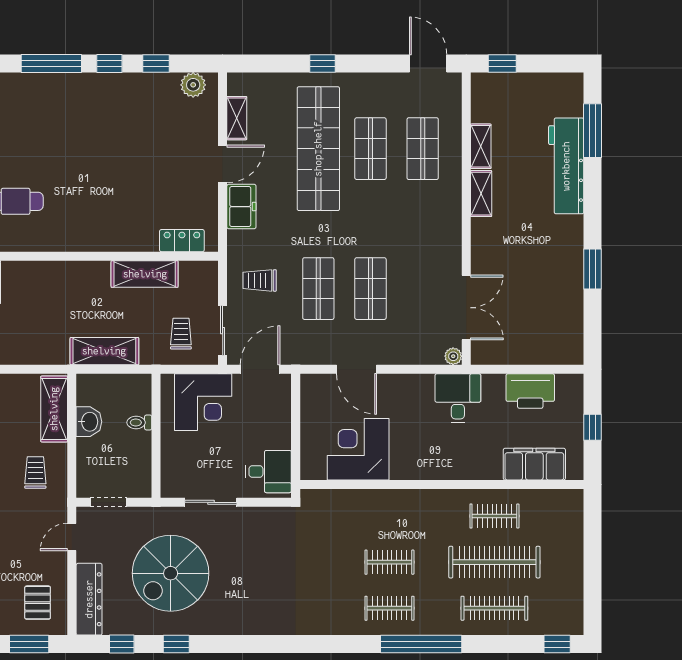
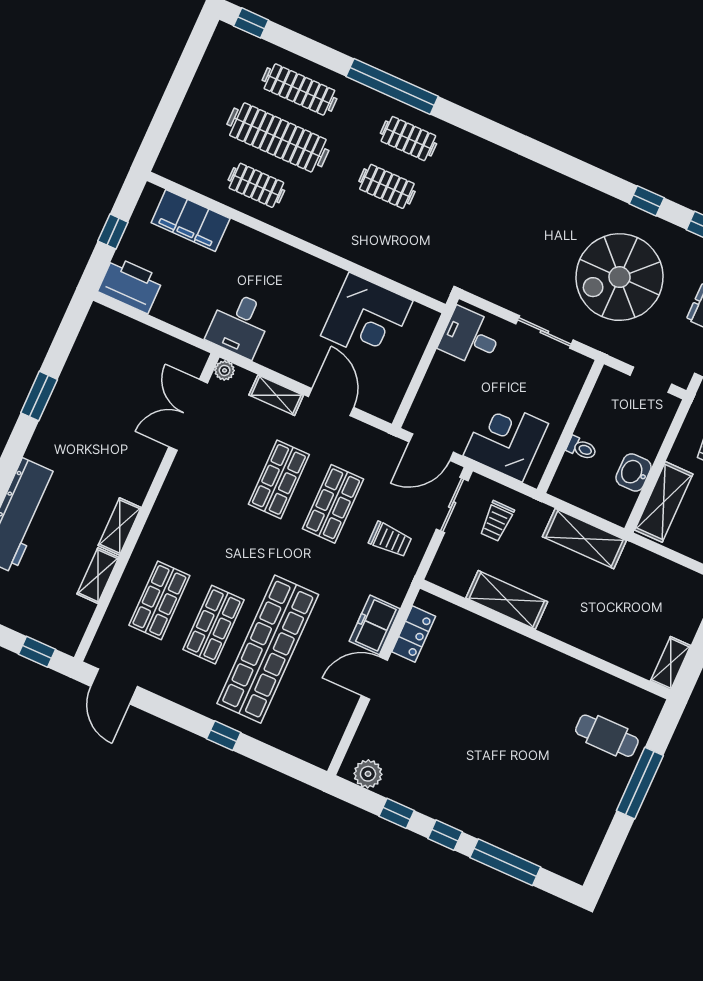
shelving: (237, 118) -> (276, 395), moved, turned 90
locker: (182, 241) -> (414, 634), moved, turned -90
printer: (530, 391) -> (131, 285), moved
spiral stairs: (171, 573) -> (619, 277), turned 180

